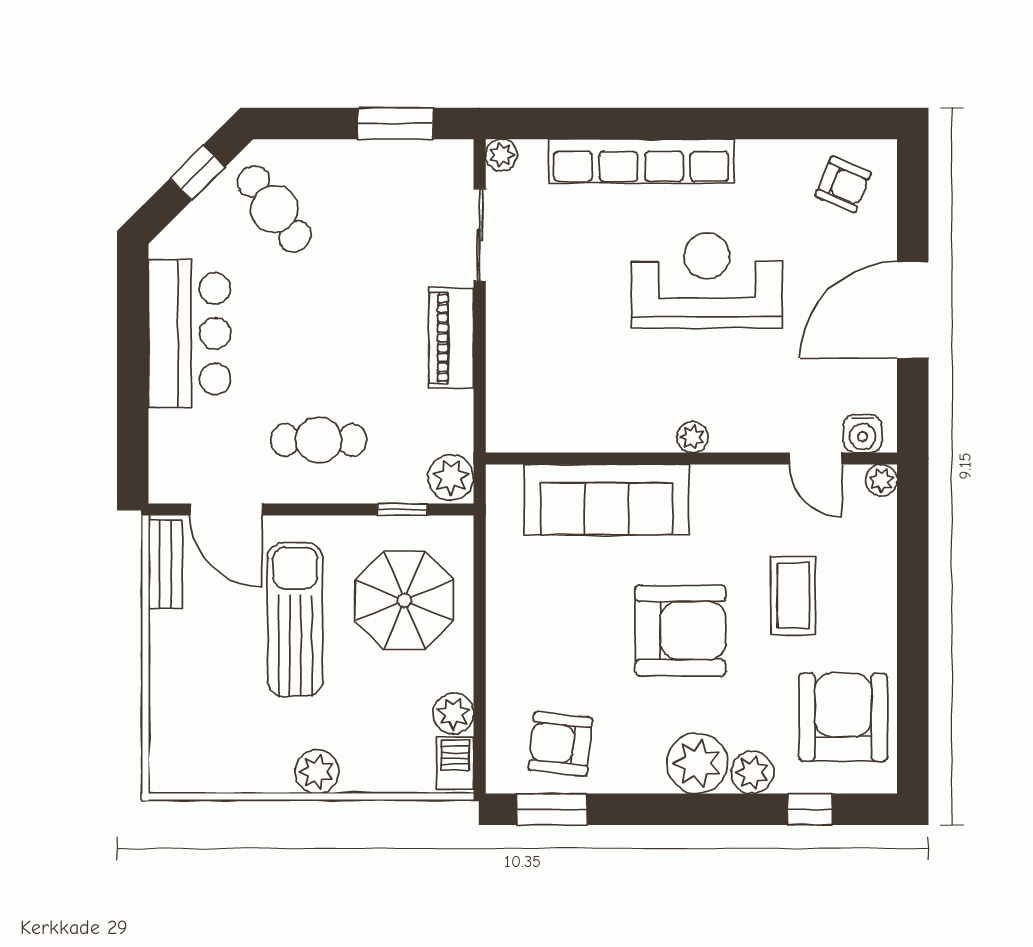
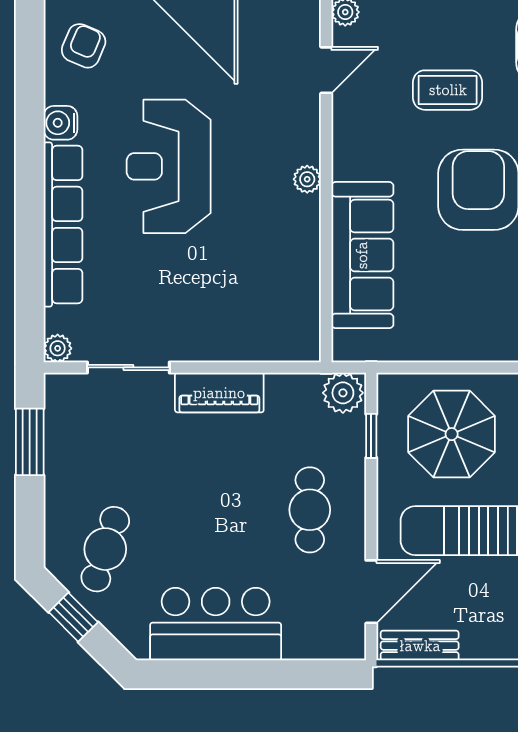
cafe table: (274, 209) -> (105, 549), turned -35
water cooler: (863, 434) -> (60, 123), moved, turned 180

